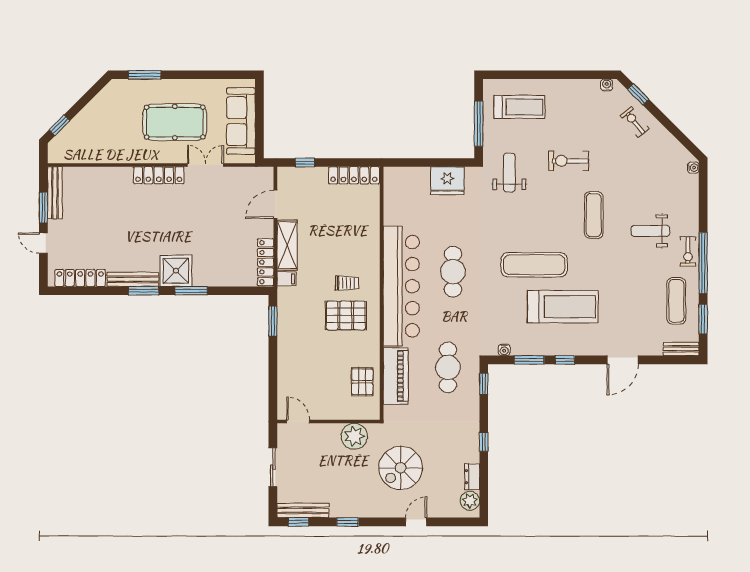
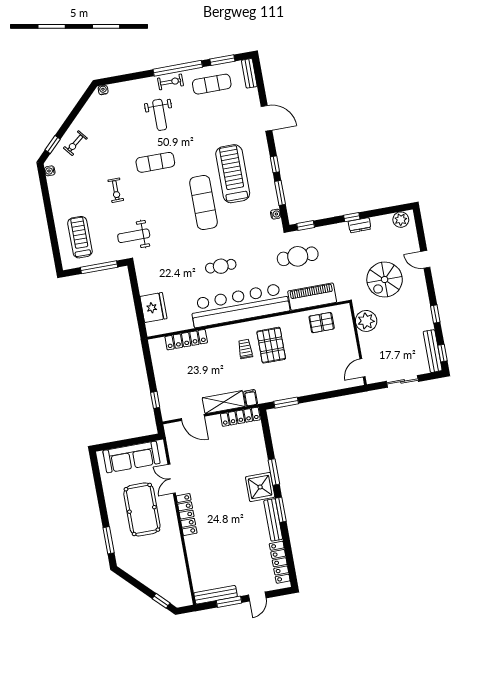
exercise bike: (568, 161) -> (116, 190), width x0.73, depth x0.72
locker: (354, 175) -> (186, 340), moved, turned 90
fridge: (447, 181) -> (153, 308), moved
cafe table: (453, 272) -> (221, 266), width x0.73, depth x0.74
spiral stairs: (401, 468) -> (385, 280), turned 90
dresser: (472, 477) -> (360, 225), moved

